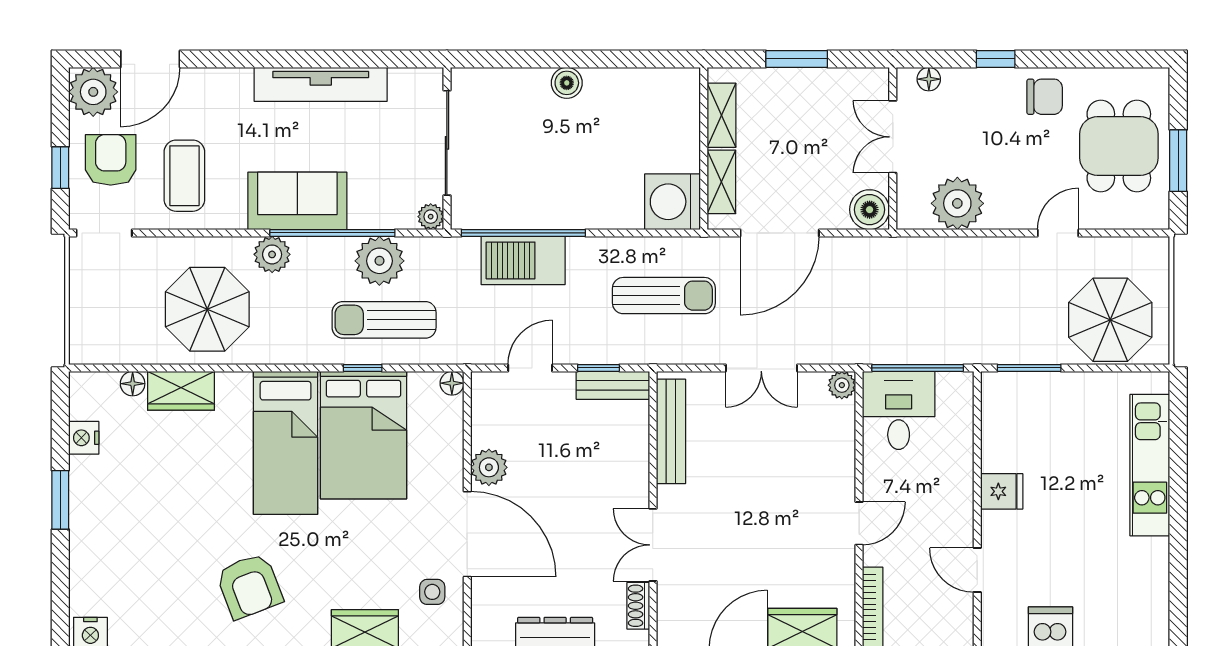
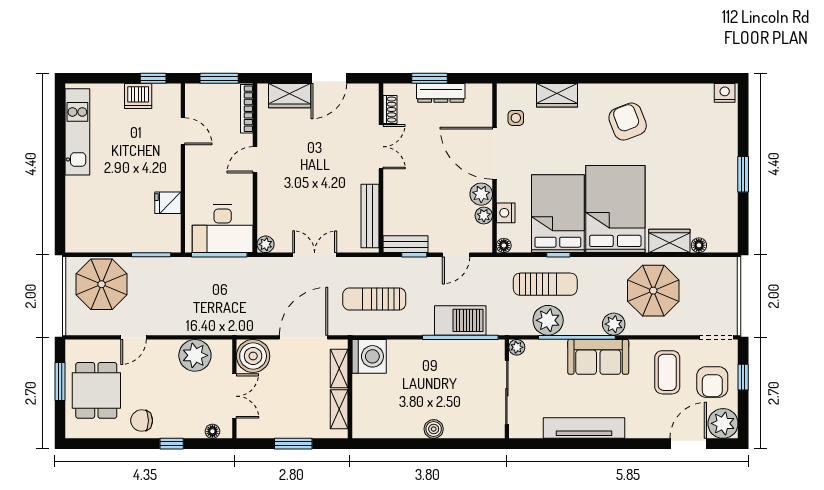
boiler: (870, 210) -> (253, 356), width x1.37, depth x1.37
desk: (899, 410) -> (223, 229), width x1.37
plant: (485, 432) -> (484, 216), added
nightstand: (84, 438) -> (506, 213), moved, turned 180
bed: (286, 443) -> (615, 209), width x1.50
kitchen unit: (1150, 465) -> (77, 132), moved
fridge: (1002, 491) -> (168, 203), moved

